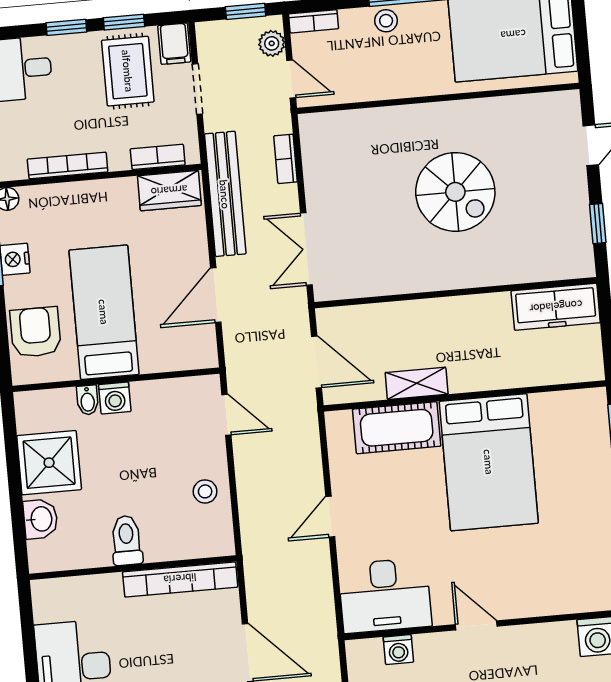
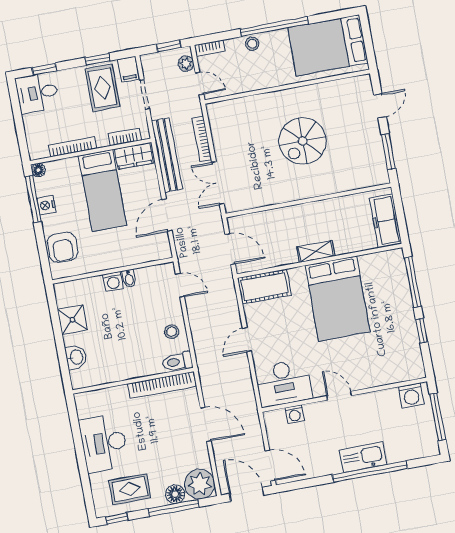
window: (66, 27) -> (44, 69), moved
bookcase: (285, 159) -> (202, 139), width x1.56
spiral stairs: (455, 192) -> (303, 141), turned 90
window: (598, 224) -> (388, 152), width x1.50
freezer: (556, 307) -> (385, 221), moved, turned 90
bed: (104, 312) -> (103, 190), moved, turned 180
armchair: (36, 332) -> (63, 247), turned 180
shelving: (417, 383) -> (316, 251), moved
bidet: (87, 400) -> (129, 278), moved
cot: (397, 428) -> (264, 287), moved
shower: (49, 463) -> (72, 320), width x0.73, depth x0.73
toilet: (127, 540) -> (177, 362), moved, turned -90

